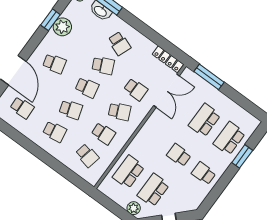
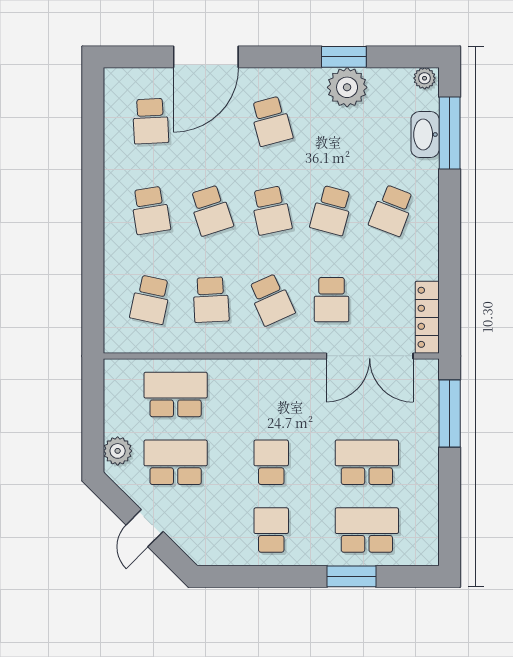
school desk: (103, 66) -> (332, 210), turned 39

